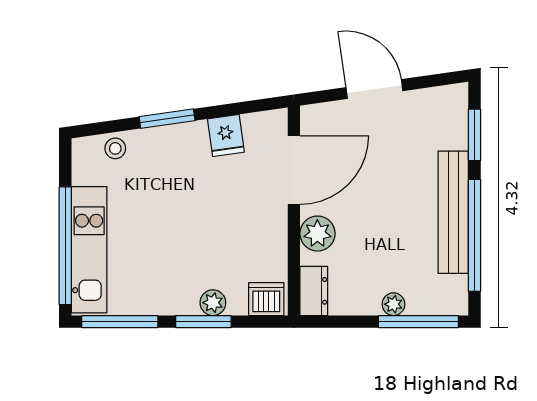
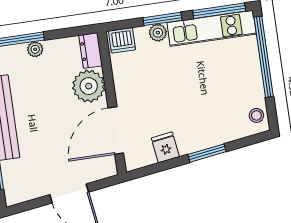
stool: (115, 148) -> (256, 115), moved
plant: (317, 234) -> (89, 86), width x1.36, depth x1.36
kitchen unit: (89, 250) -> (212, 28), moved, turned -90

